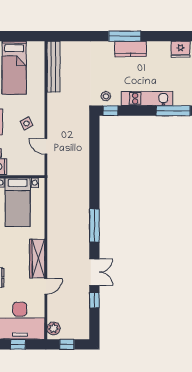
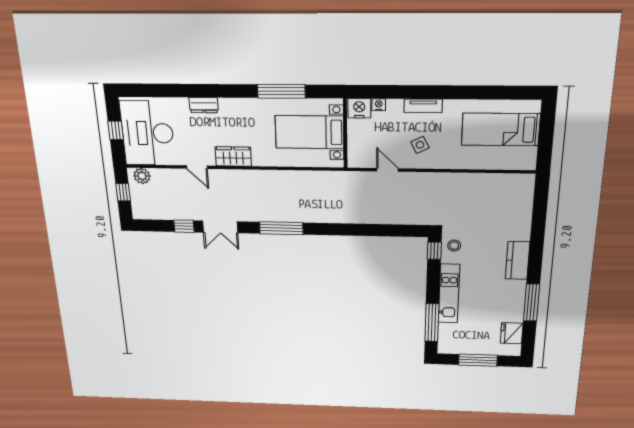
window: (125, 36) -> (532, 303), moved
kitchen counter: (131, 49) -> (518, 260), moved
bench: (53, 67) -> (499, 181), removed
door: (46, 146) -> (387, 170), hinge flipped
wardrobe: (37, 259) -> (233, 157), width x0.67

